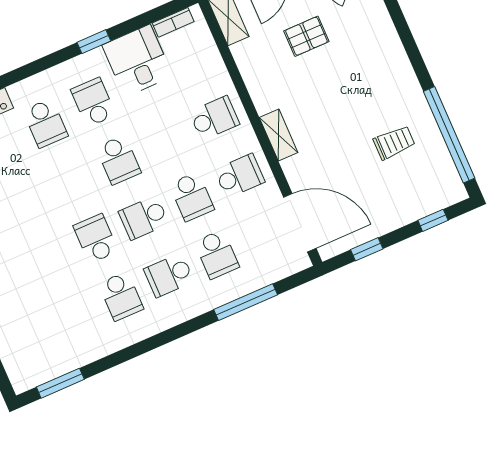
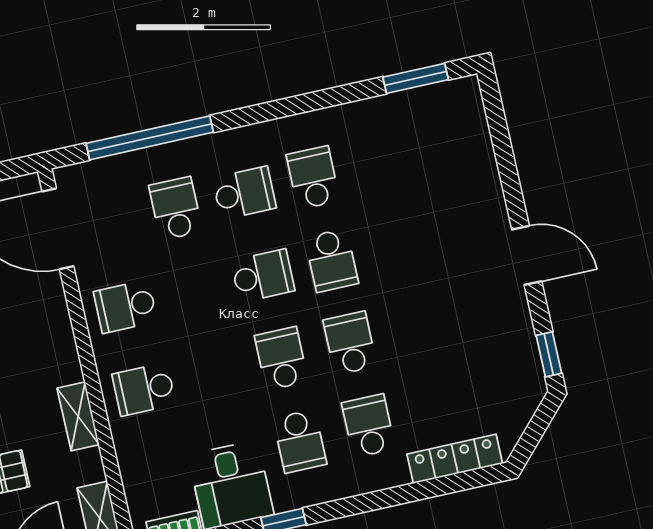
shelving: (279, 135) -> (78, 416), moved
school desk: (192, 197) -> (350, 343), moved
window: (246, 302) -> (150, 138), width x1.46

